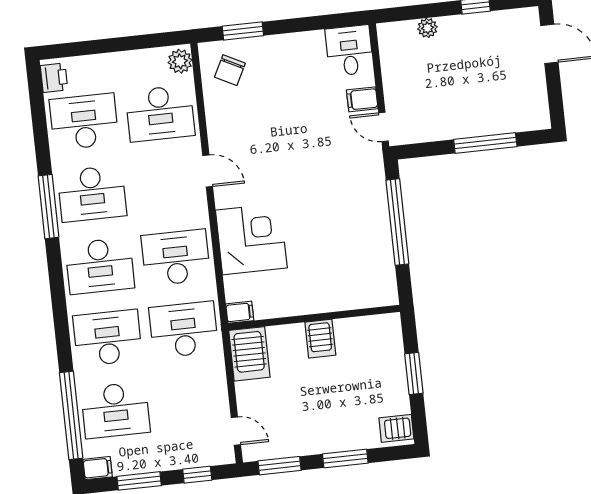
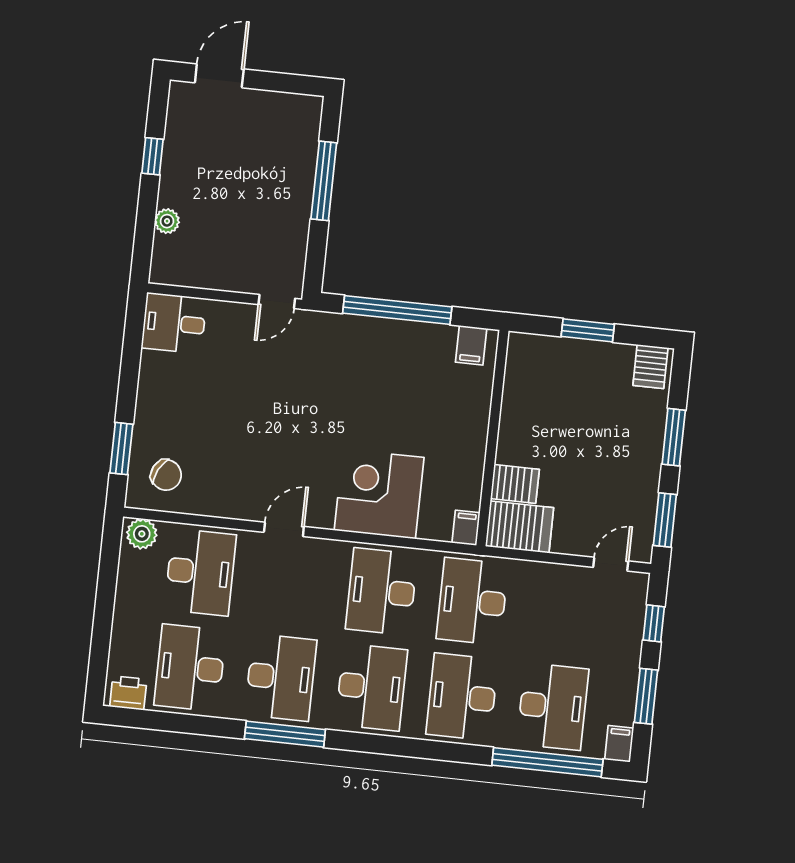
filing cabinet: (362, 99) -> (471, 345), moved
server rack: (320, 339) -> (515, 484), moved

